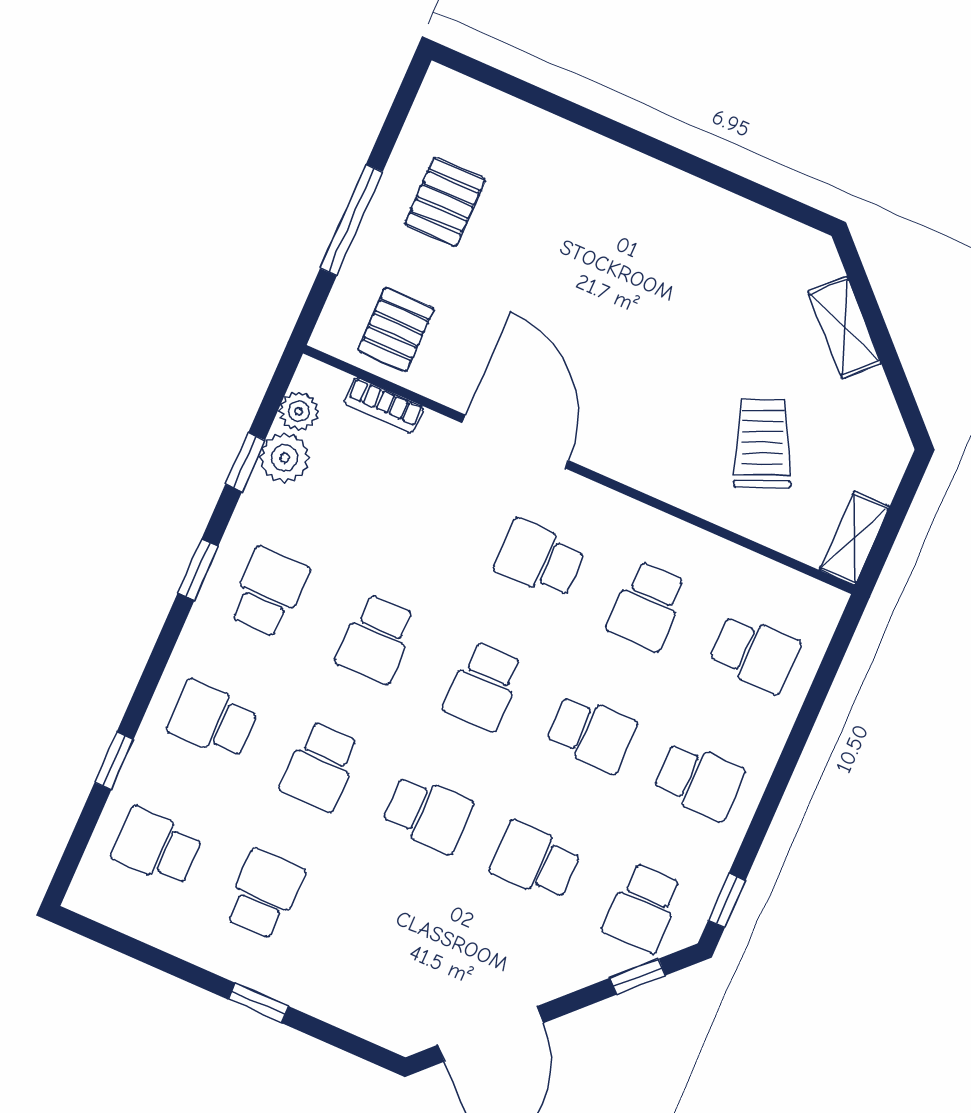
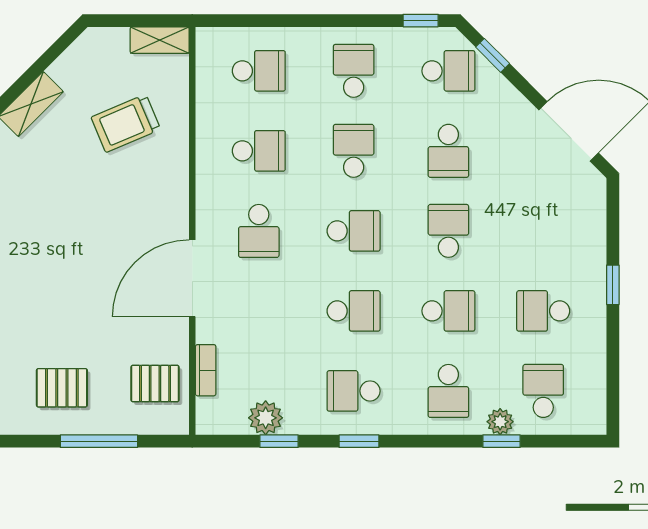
plant: (299, 411) -> (500, 422), moved
school desk: (755, 653) -> (259, 71), turned 90
school desk: (157, 847) -> (543, 391), turned 180

